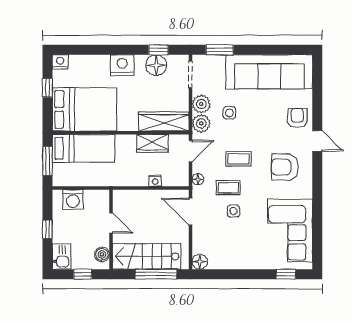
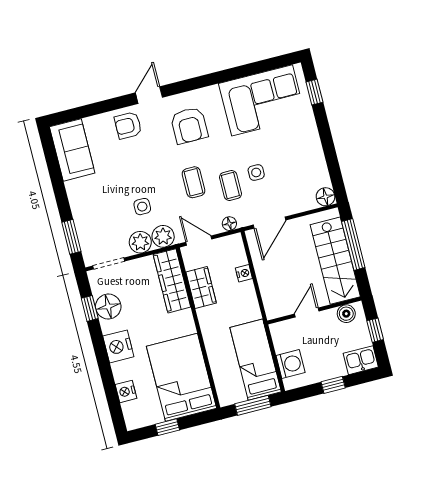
nightstand: (60, 62) -> (126, 391), moved
sofa: (269, 72) -> (72, 150), width x0.54, depth x0.79
bed: (84, 148) -> (256, 360), moved

